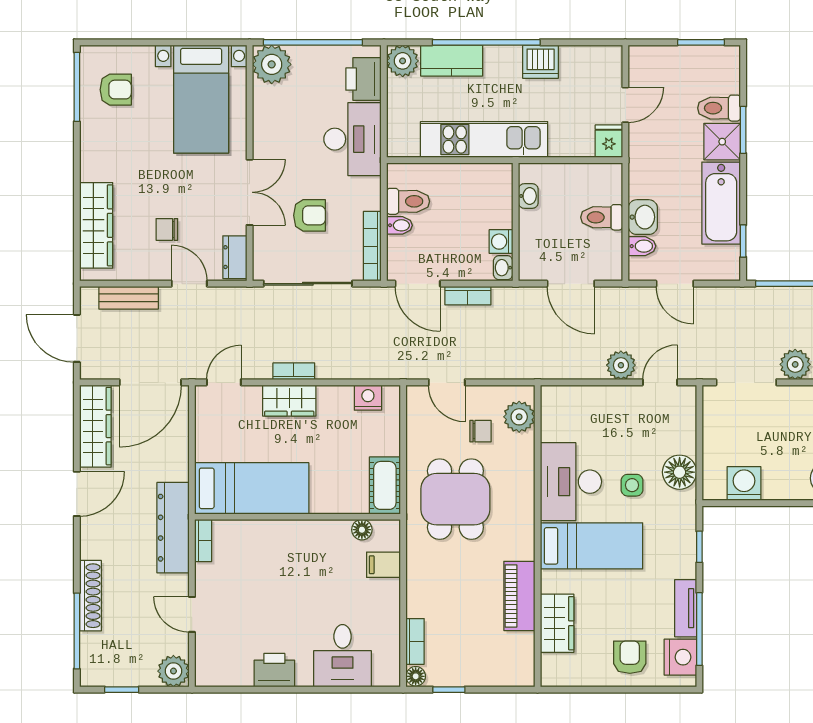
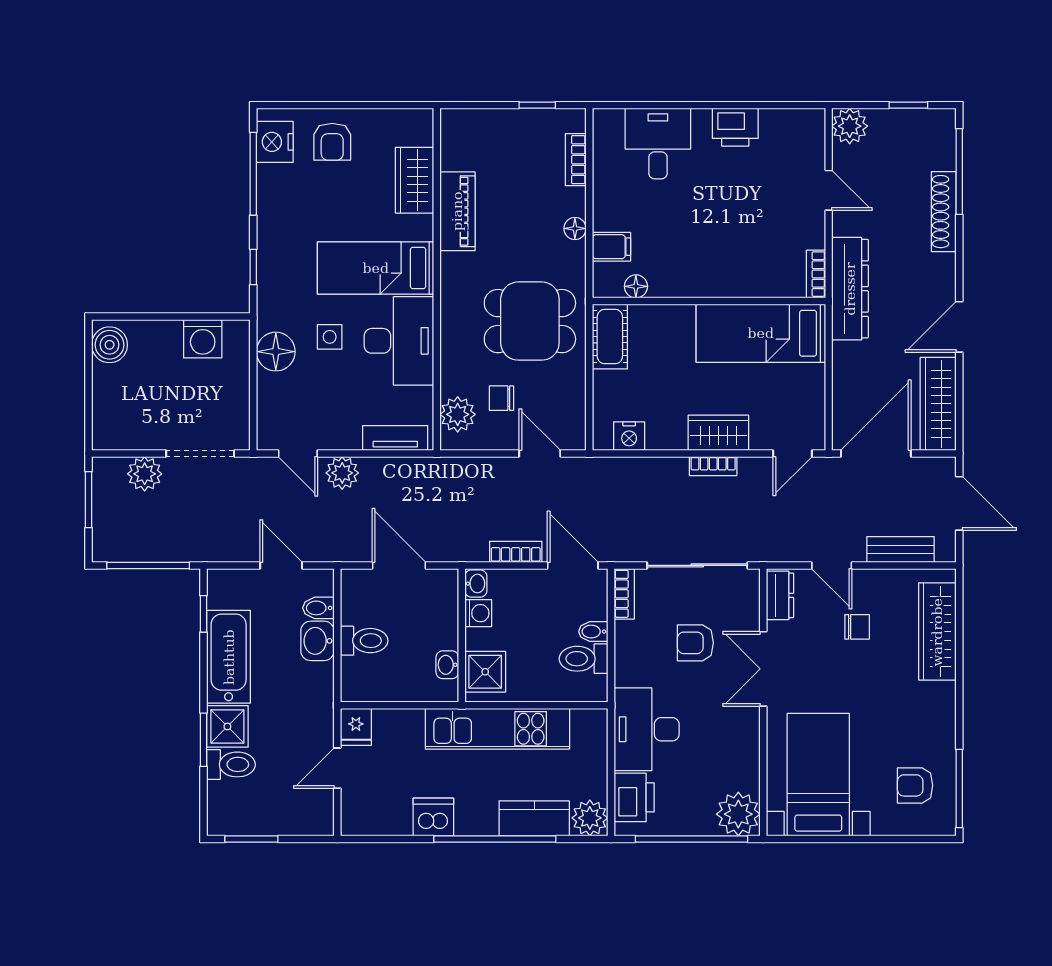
shower: (495, 190) -> (485, 672), added
bookcase: (372, 246) -> (624, 594), width x0.64
door: (660, 382) -> (298, 453), hinge flipped
dining table: (455, 499) -> (530, 321), turned 90
tv unit: (686, 608) -> (395, 438), moved, turned -90
floor lamp: (416, 676) -> (575, 228), moved

